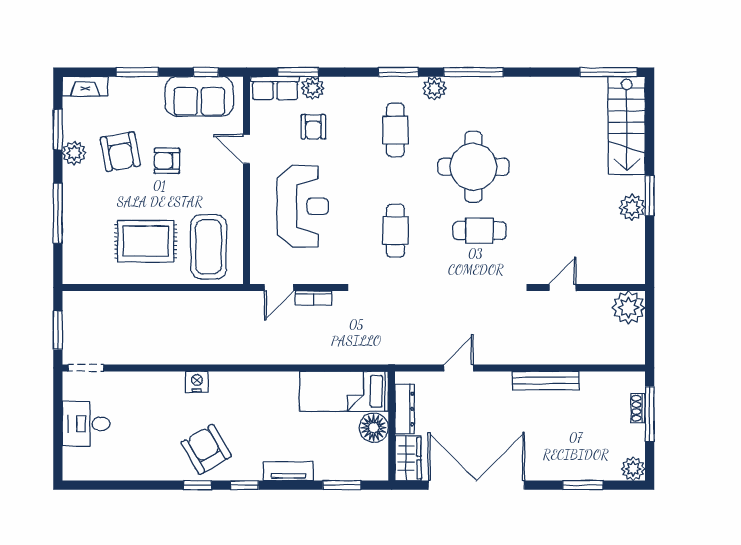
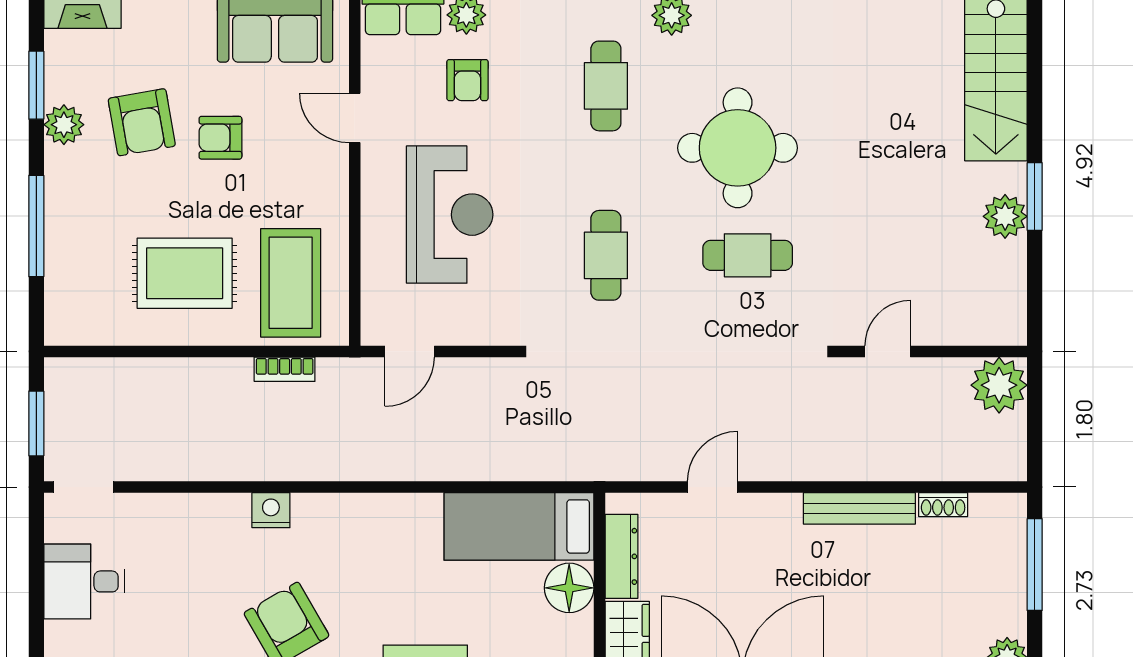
bookcase: (314, 298) -> (285, 369), moved
shoe rack: (638, 408) -> (943, 505), moved, turned -90

